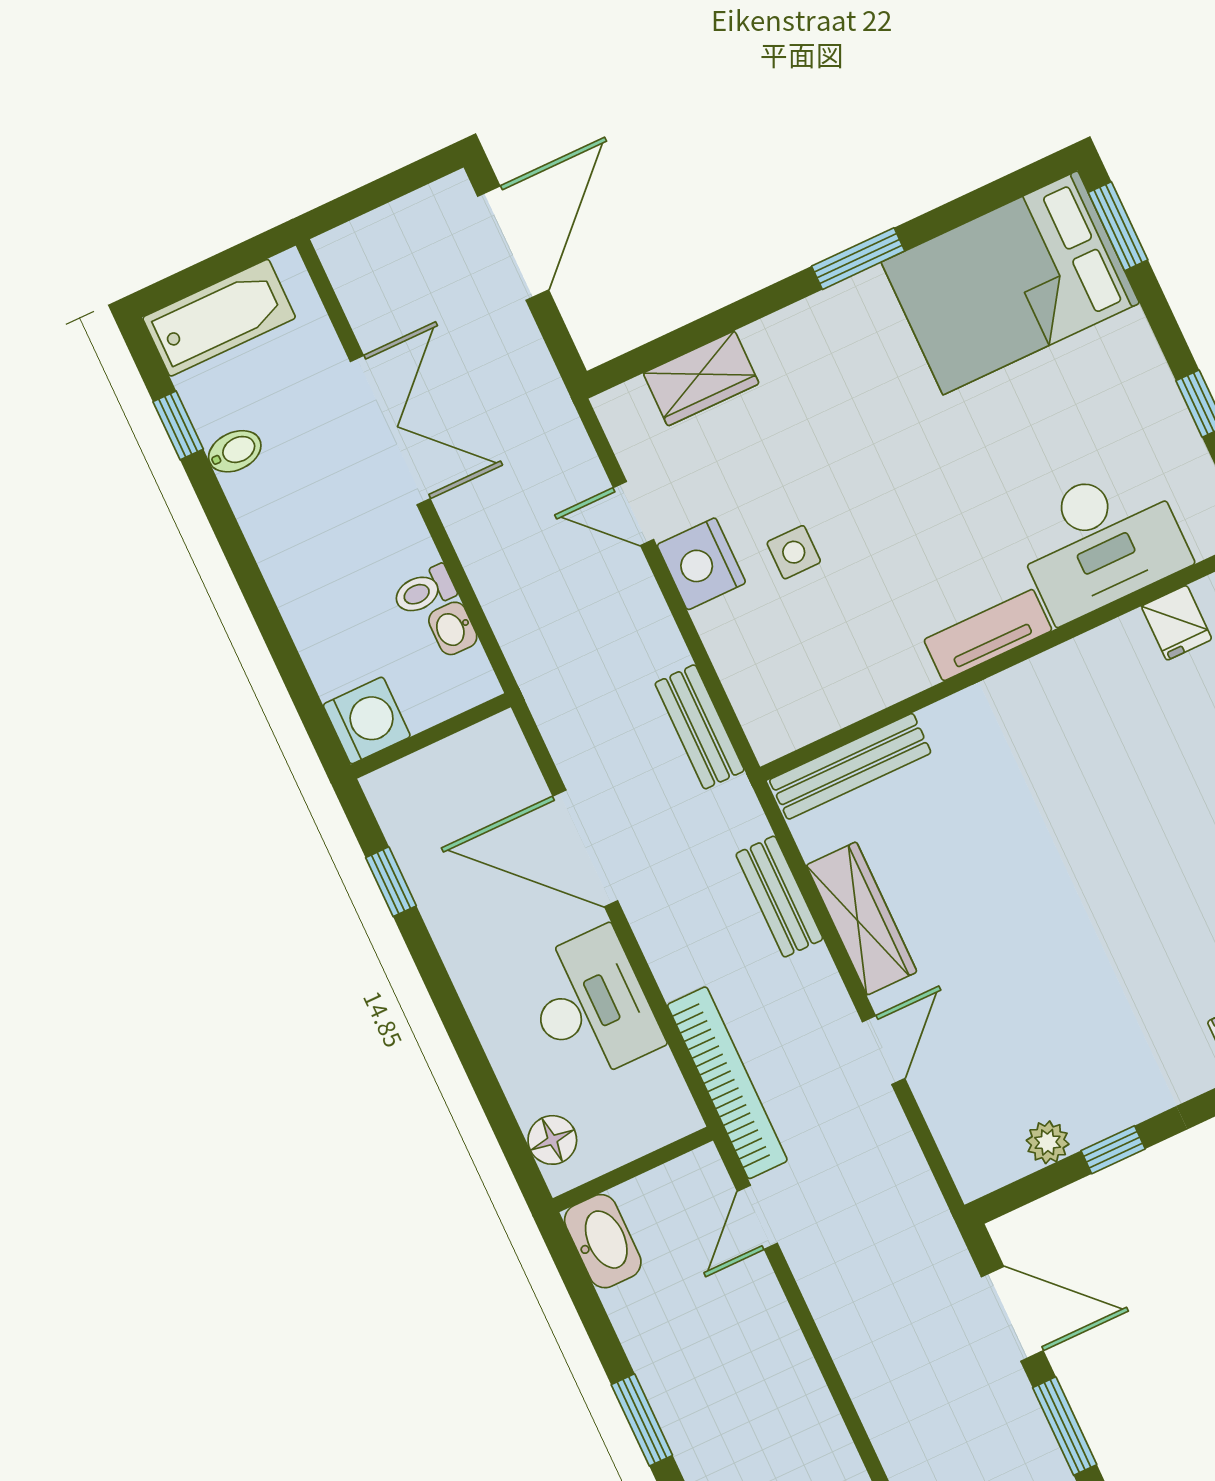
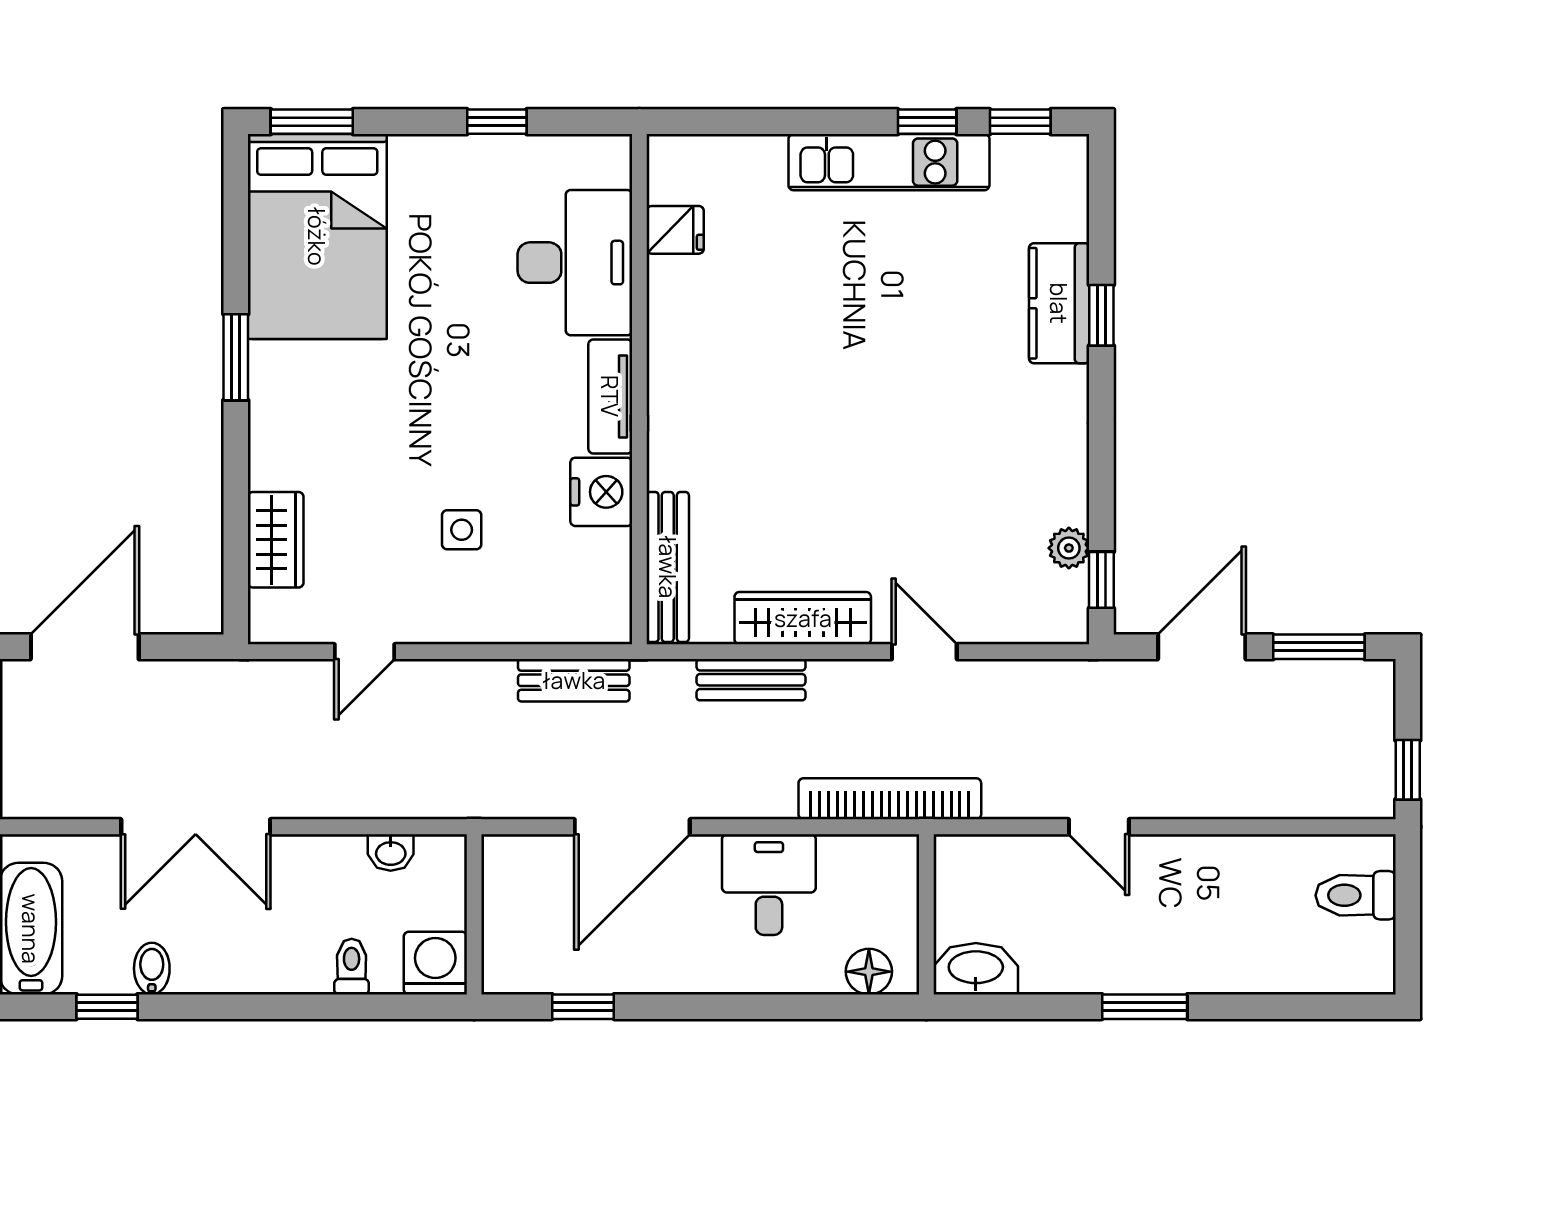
door: (513, 243) -> (85, 647), hinge flipped
double door: (390, 430) -> (196, 827), swing flipped
nightstand: (701, 564) -> (601, 492), moved, turned -90
toilet: (424, 591) -> (352, 967), moved, turned 180
desk: (591, 1005) -> (769, 885), width x0.73
window: (1113, 1150) -> (1101, 580), moved
door: (757, 1217) -> (1099, 827), moved

